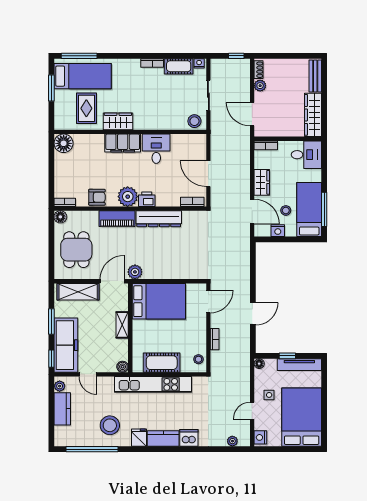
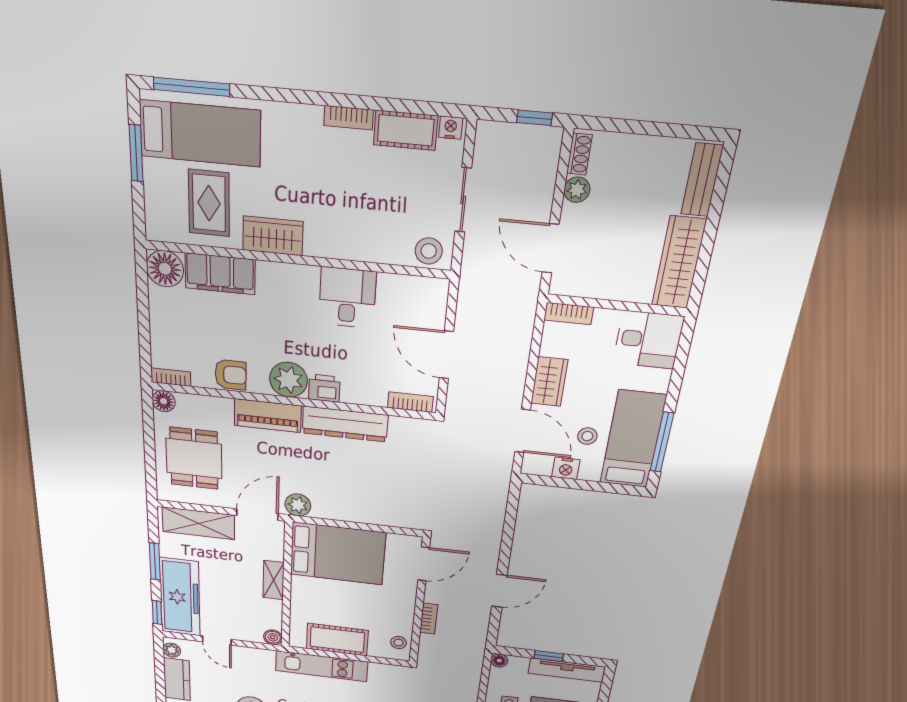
filing cabinet: (123, 143) -> (220, 274), moved
kitchen unit: (153, 384) -> (322, 666), width x0.73

